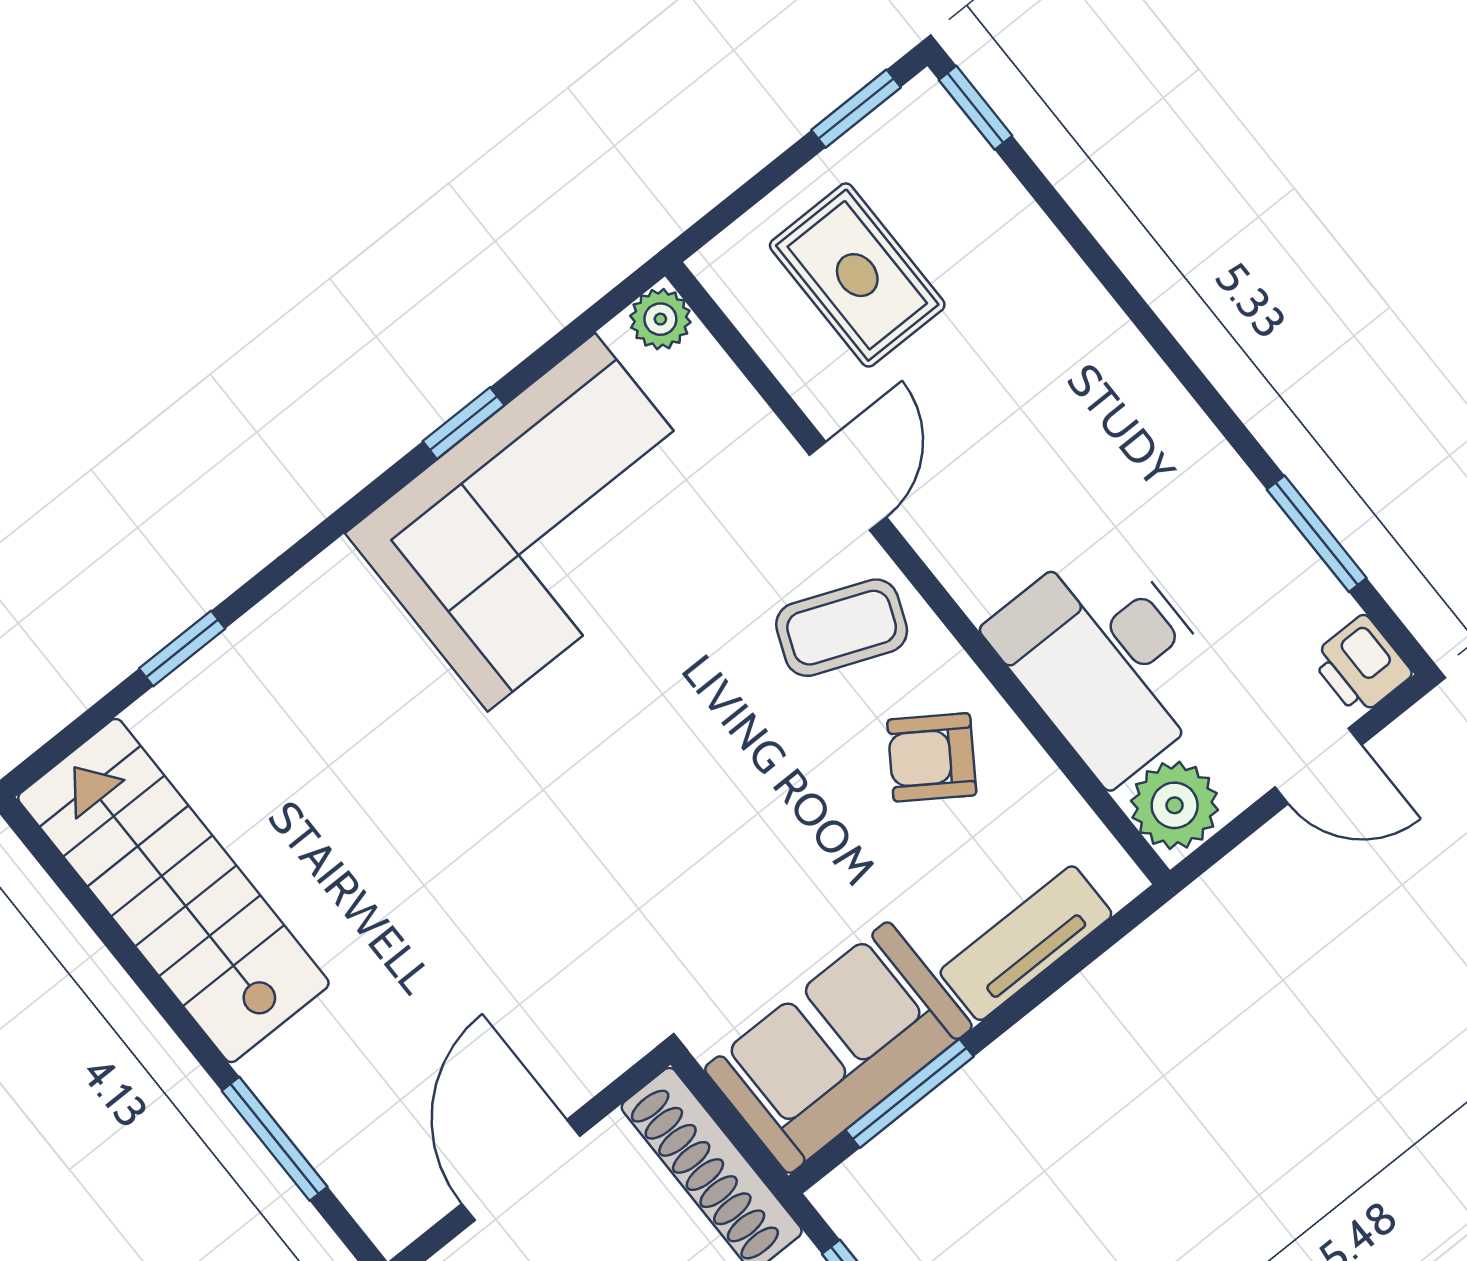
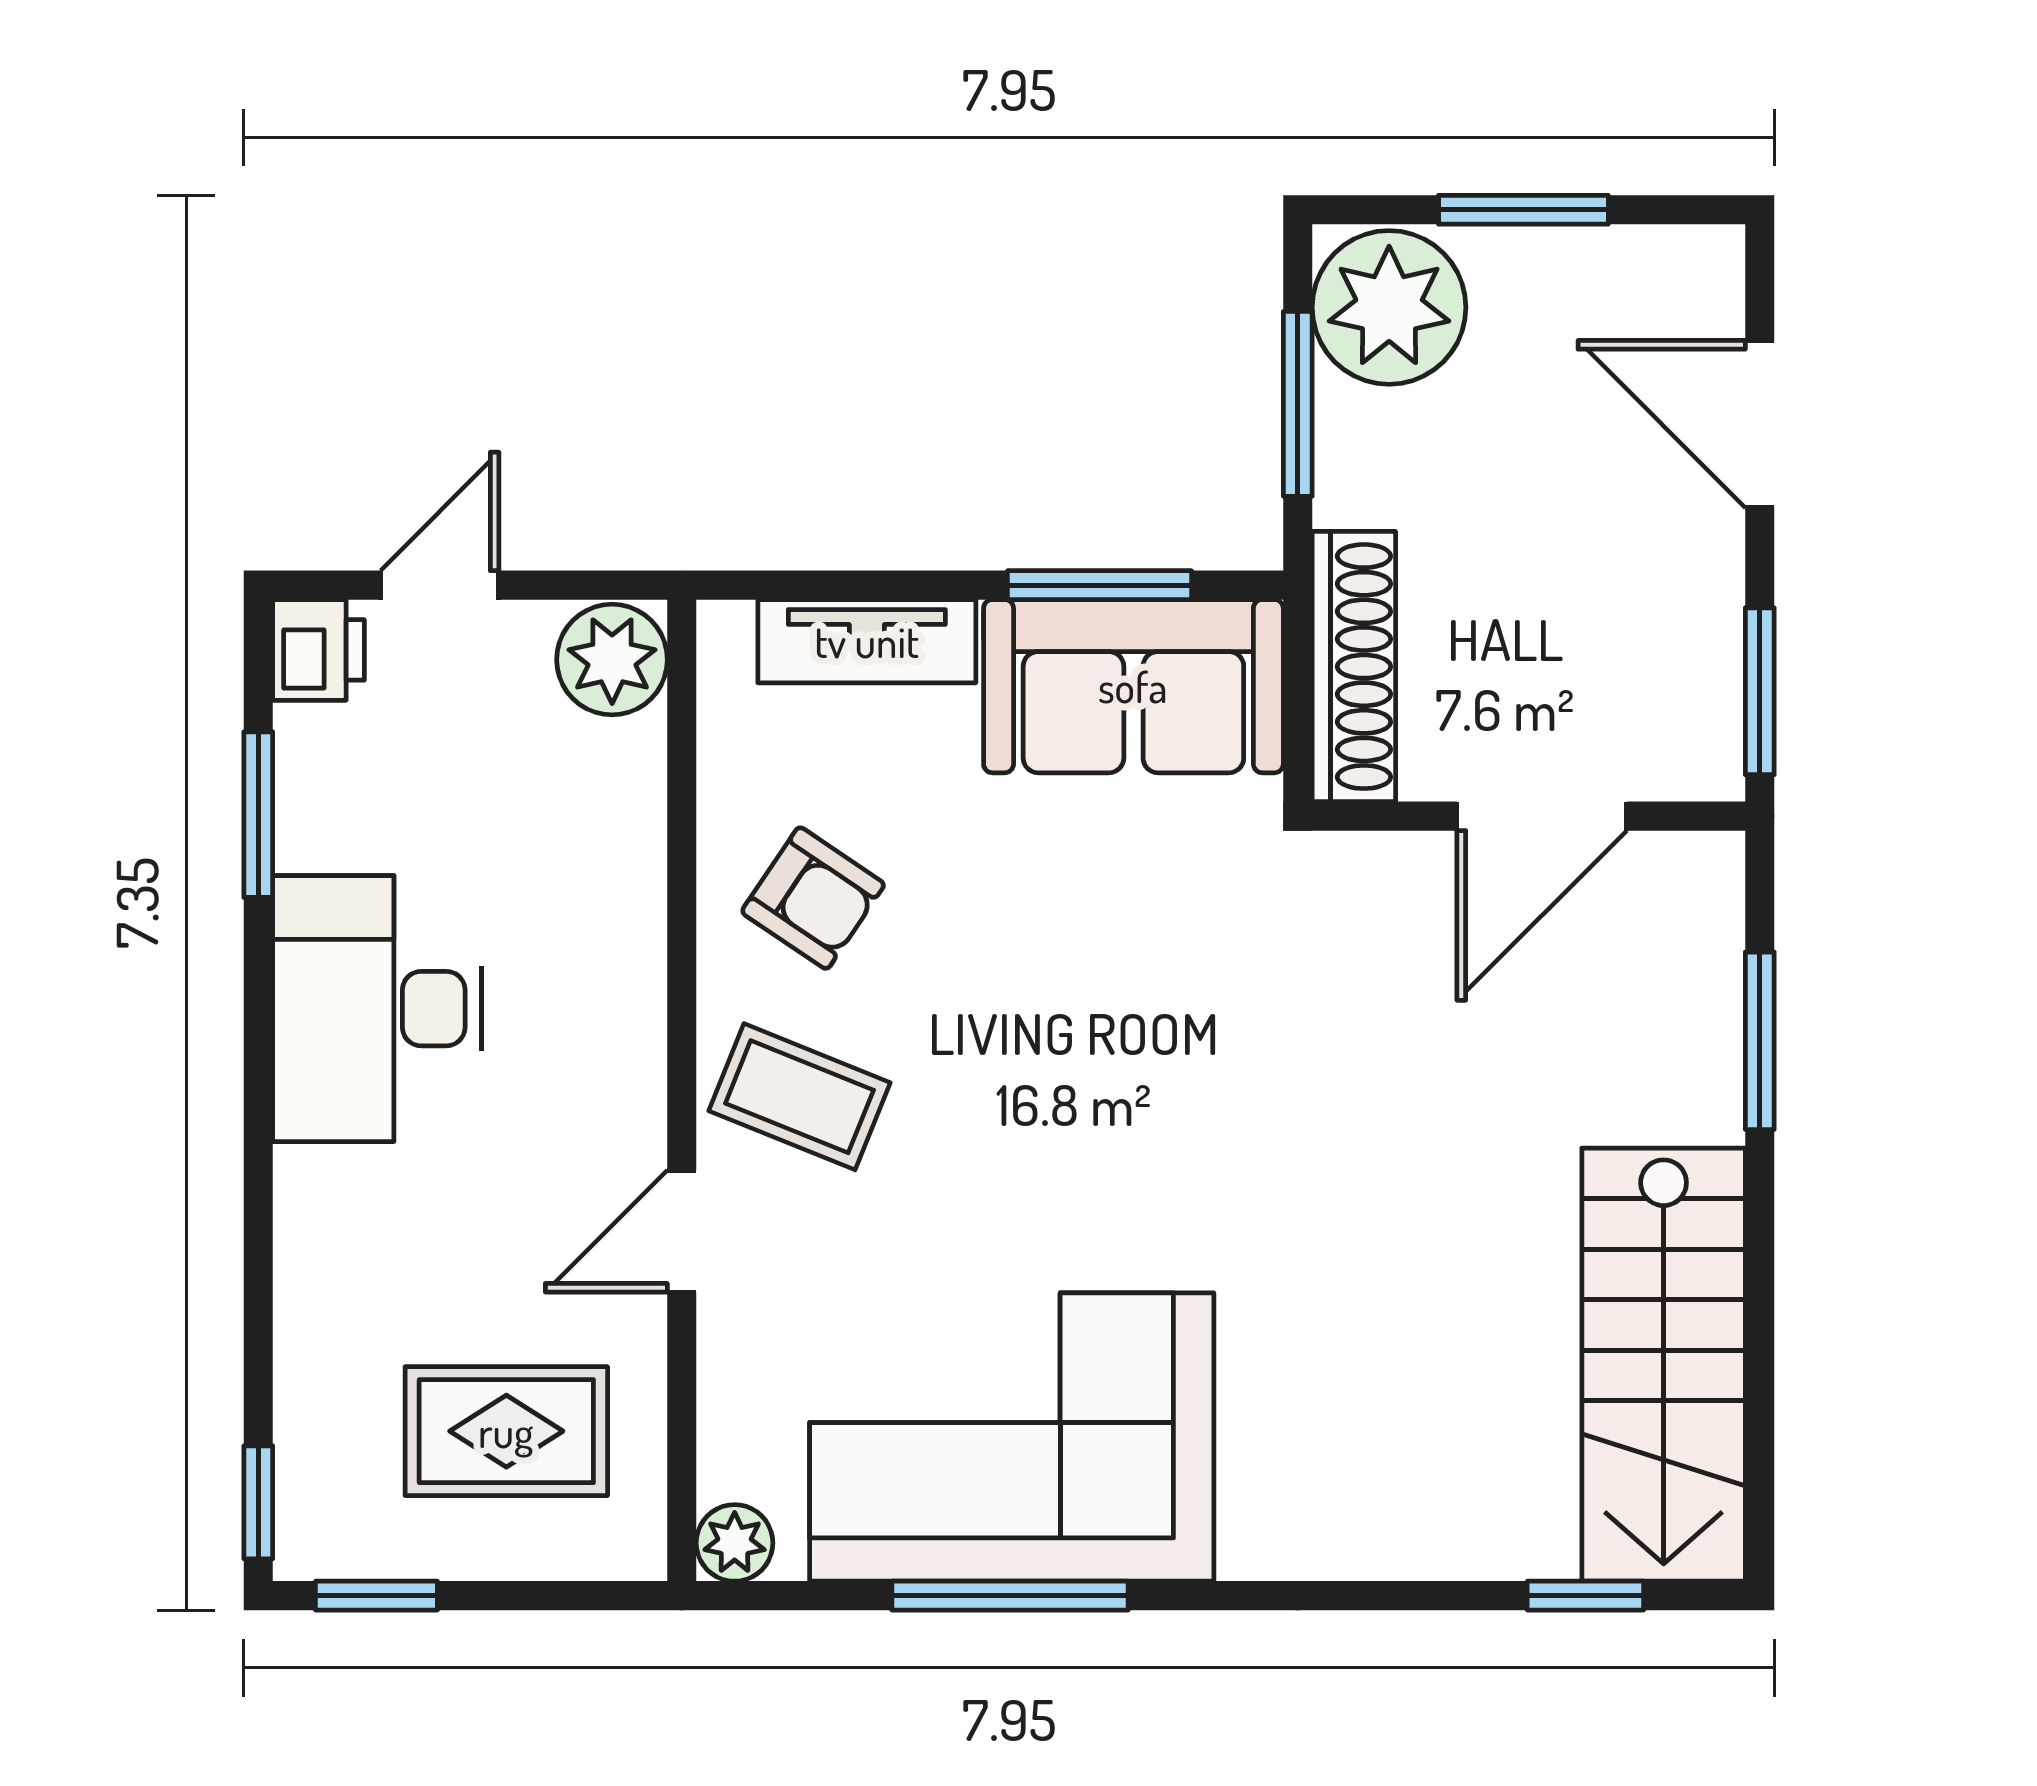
rug: (857, 275) -> (506, 1431), turned 90
window: (464, 423) -> (1010, 1596), width x2.17
window: (182, 649) -> (1585, 1596), moved
desk: (1108, 660) -> (377, 1009), moved, turned 180
door: (1318, 766) -> (440, 585), hinge flipped

